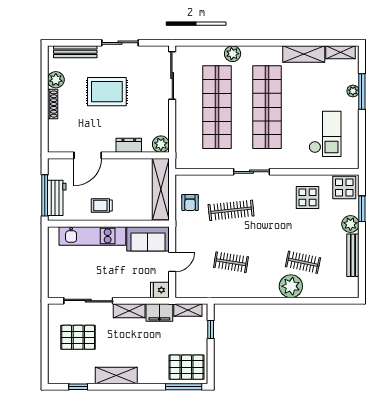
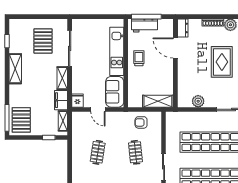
plant: (161, 144) -> (198, 101), moved
dresser: (129, 145) -> (183, 28), moved
shelving: (161, 189) -> (158, 101), width x0.68
clothes rail: (231, 210) -> (135, 152), width x0.73

